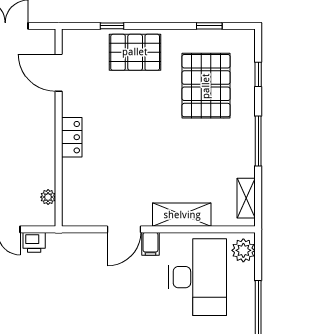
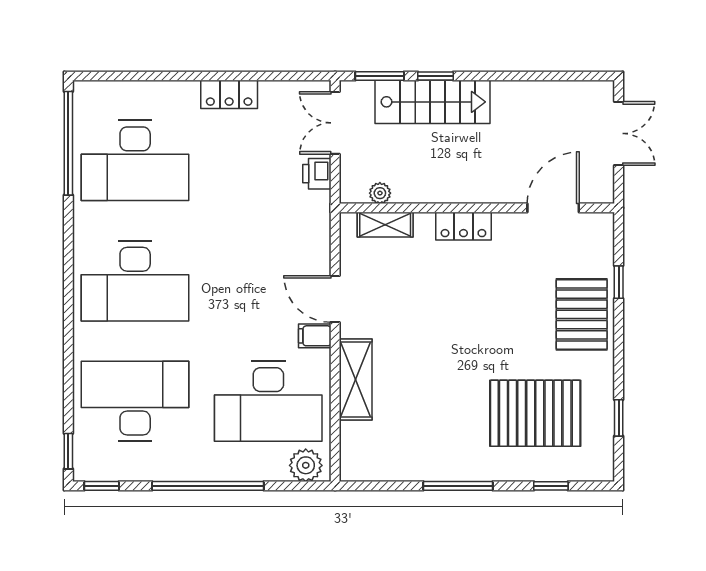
shelving: (246, 198) -> (385, 225), moved

